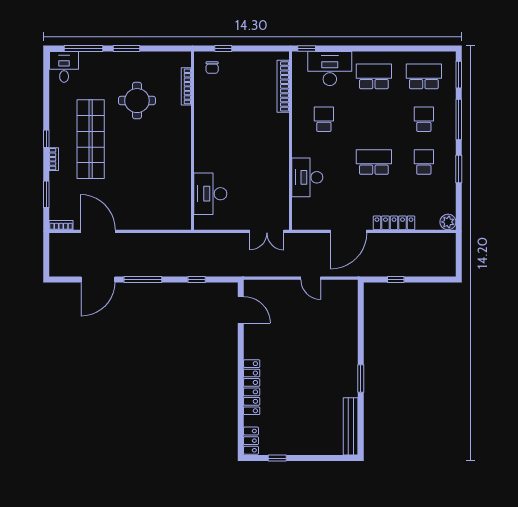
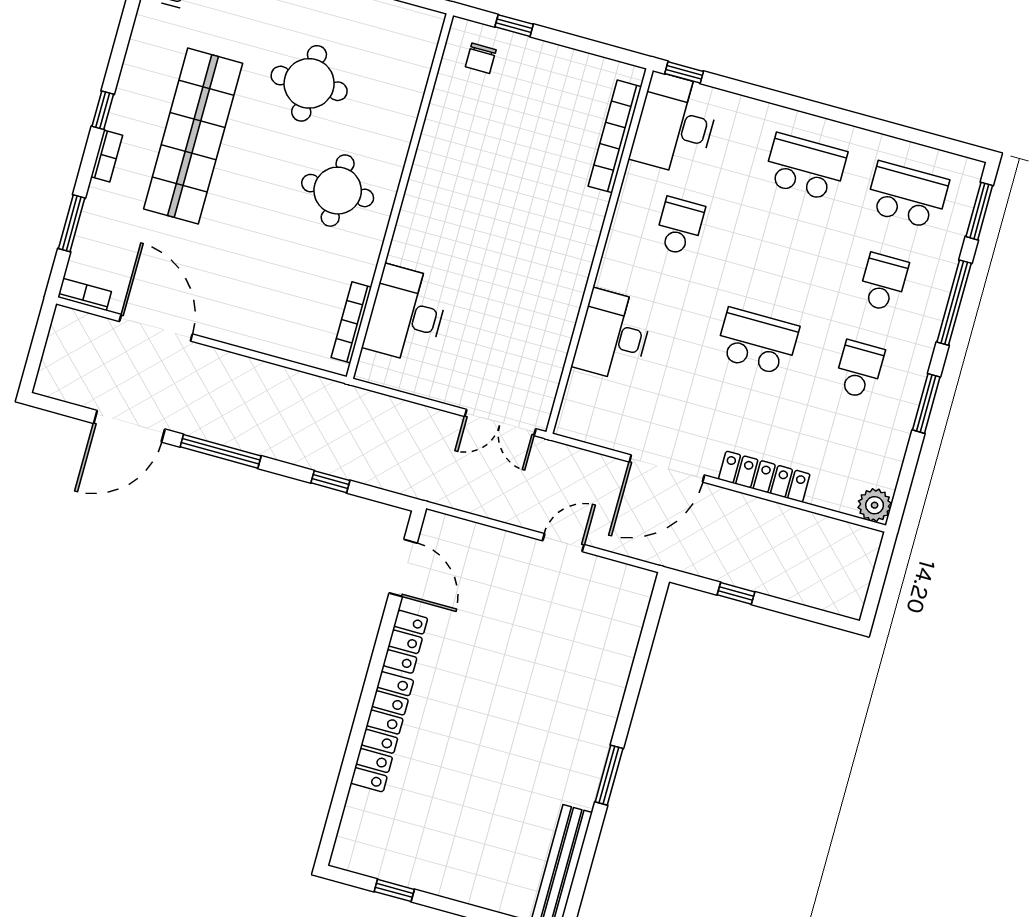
desk: (330, 69) -> (675, 124), moved, turned -90
bookcase: (186, 86) -> (351, 322), moved
round table: (163, 146) -> (338, 191), added
door: (311, 278) -> (563, 543), swing flipped
locker: (251, 441) -> (405, 642), moved

